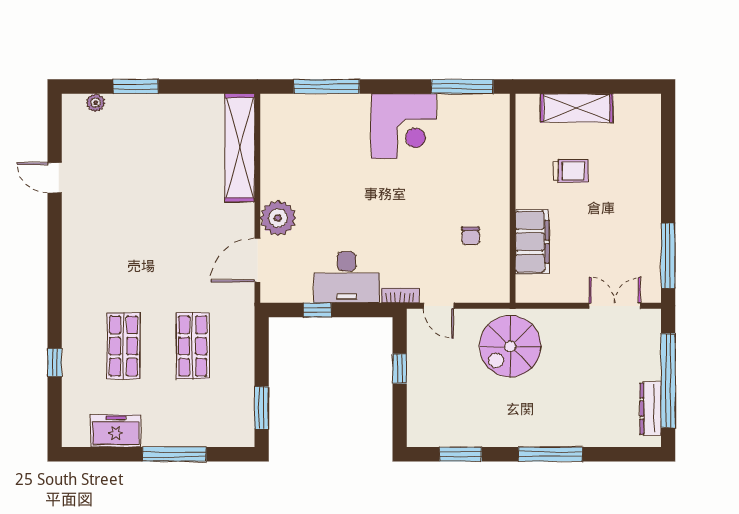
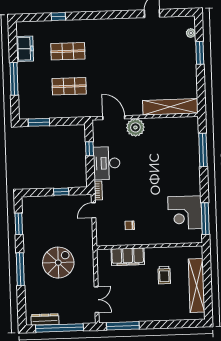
shelving: (577, 108) -> (197, 285), width x1.47
corner desk: (404, 126) -> (185, 213), moved
spiral stairs: (510, 346) -> (58, 263), moved, turned 90

